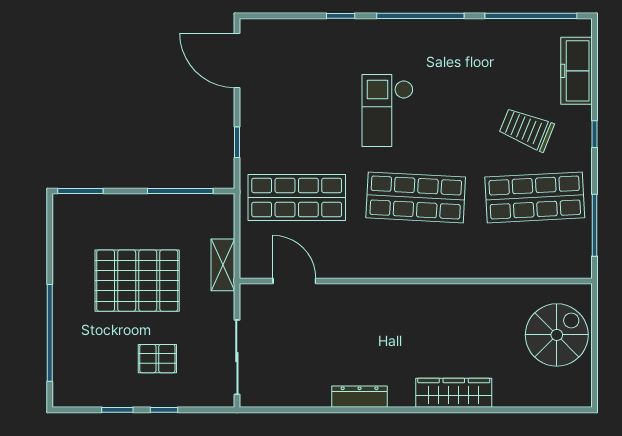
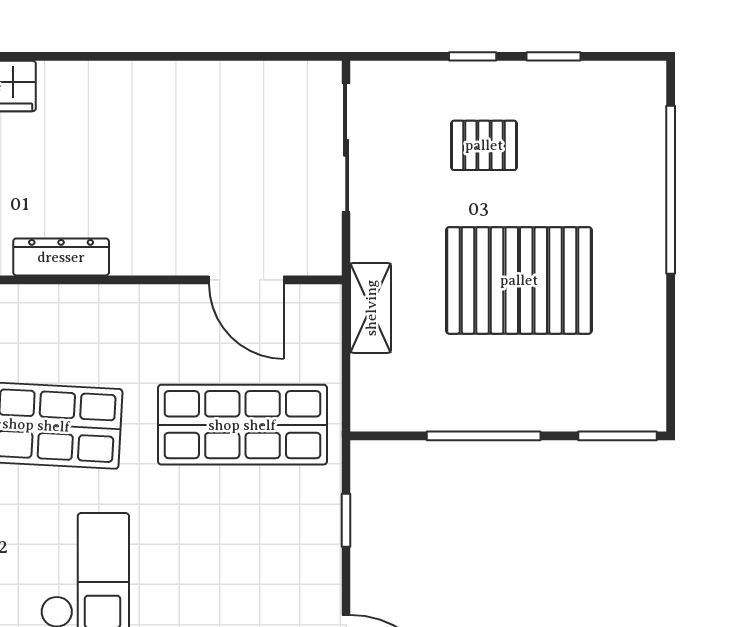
window: (180, 191) -> (484, 436), moved
dresser: (360, 397) -> (61, 257), moved, turned 180

